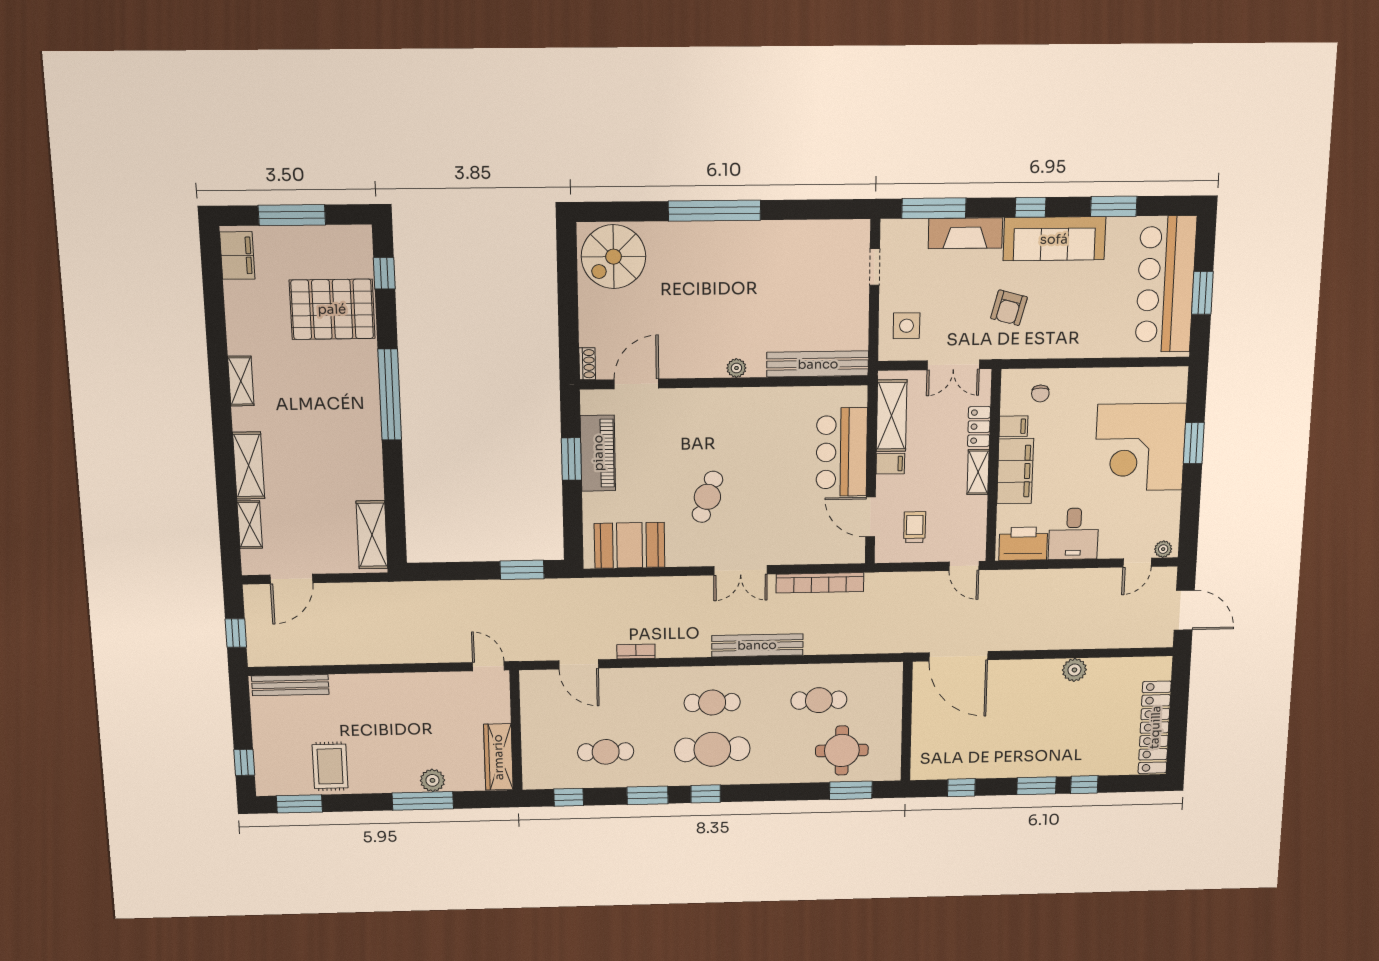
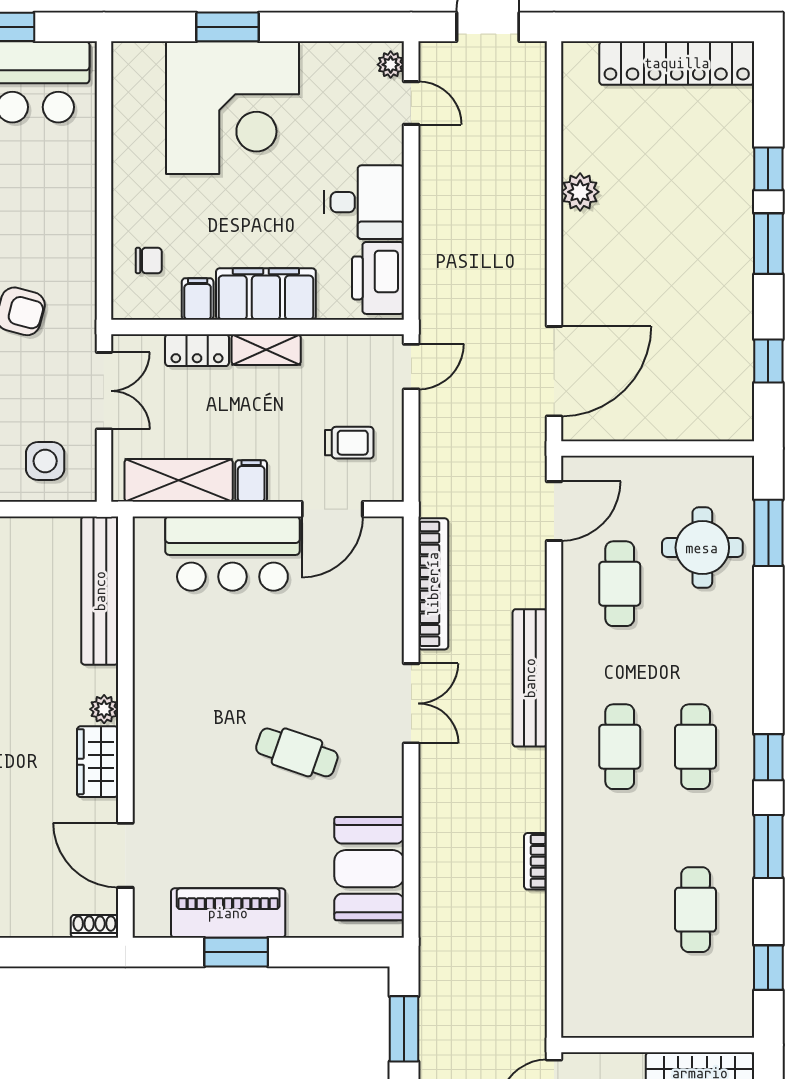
wardrobe: (700, 364) -> (98, 762), added
trolley: (915, 527) -> (349, 443), turned 180
door: (579, 664) -> (554, 511), moved
cafe table: (712, 749) -> (696, 747), width x0.73, depth x0.74

